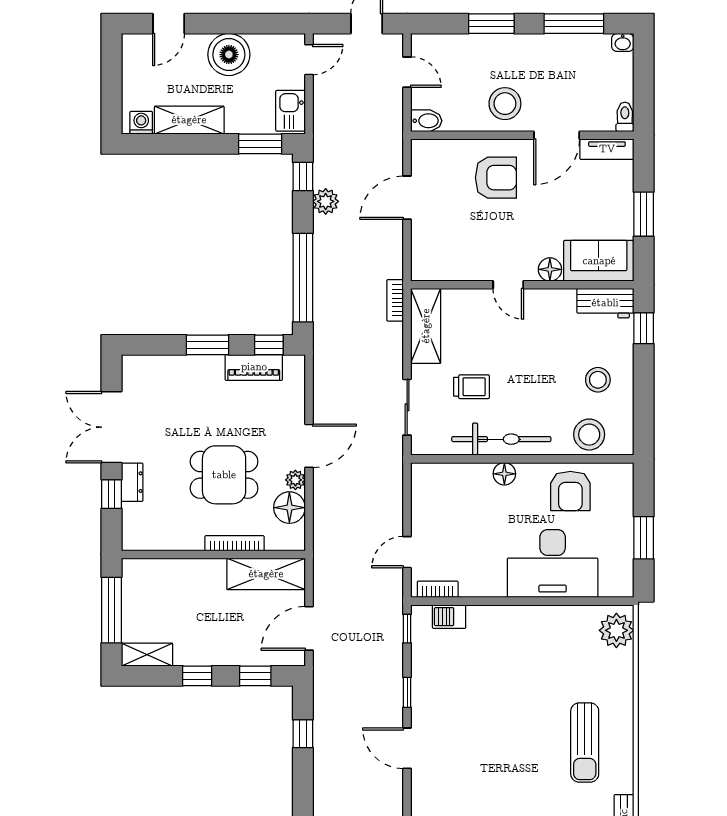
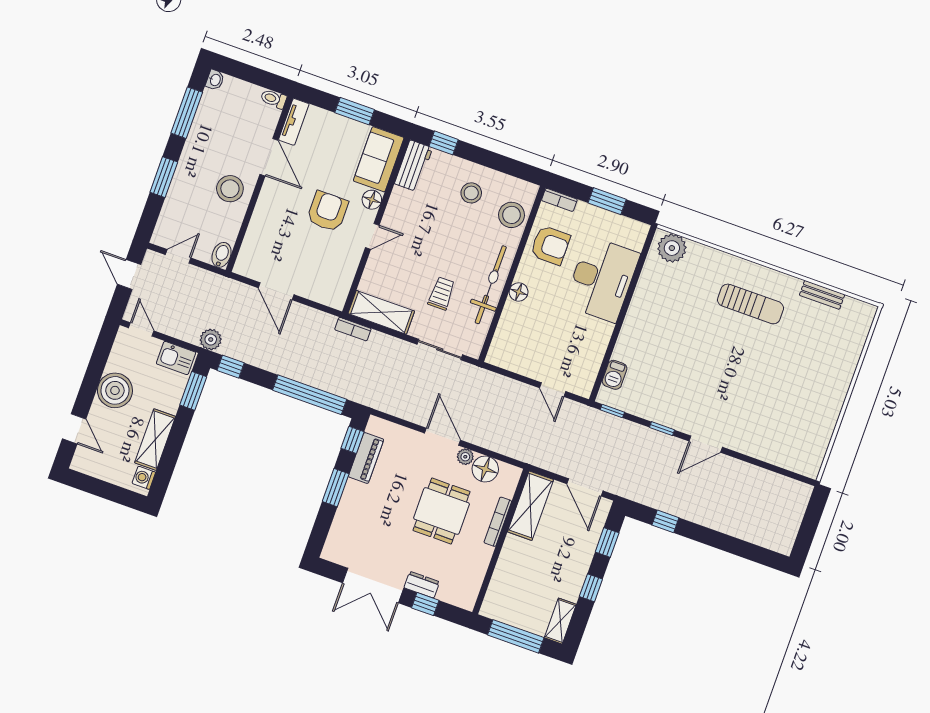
armchair: (496, 178) -> (328, 211), moved
plant: (326, 201) -> (211, 340), moved
bookcase: (438, 589) -> (559, 200), moved, turned -90

